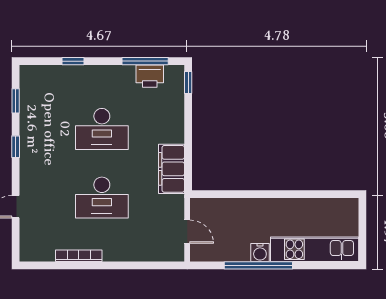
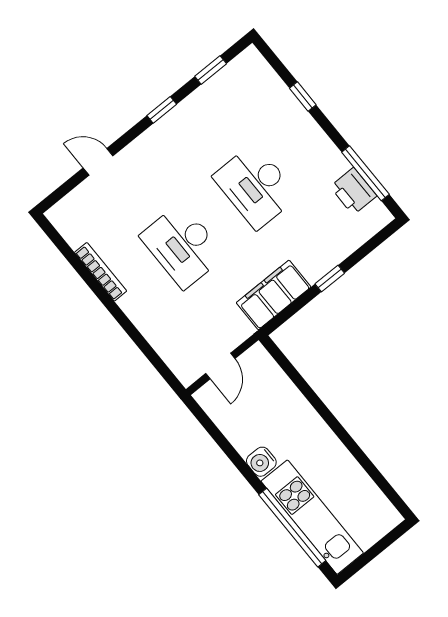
window: (188, 82) -> (330, 279), moved
window: (258, 265) -> (292, 528), moved

